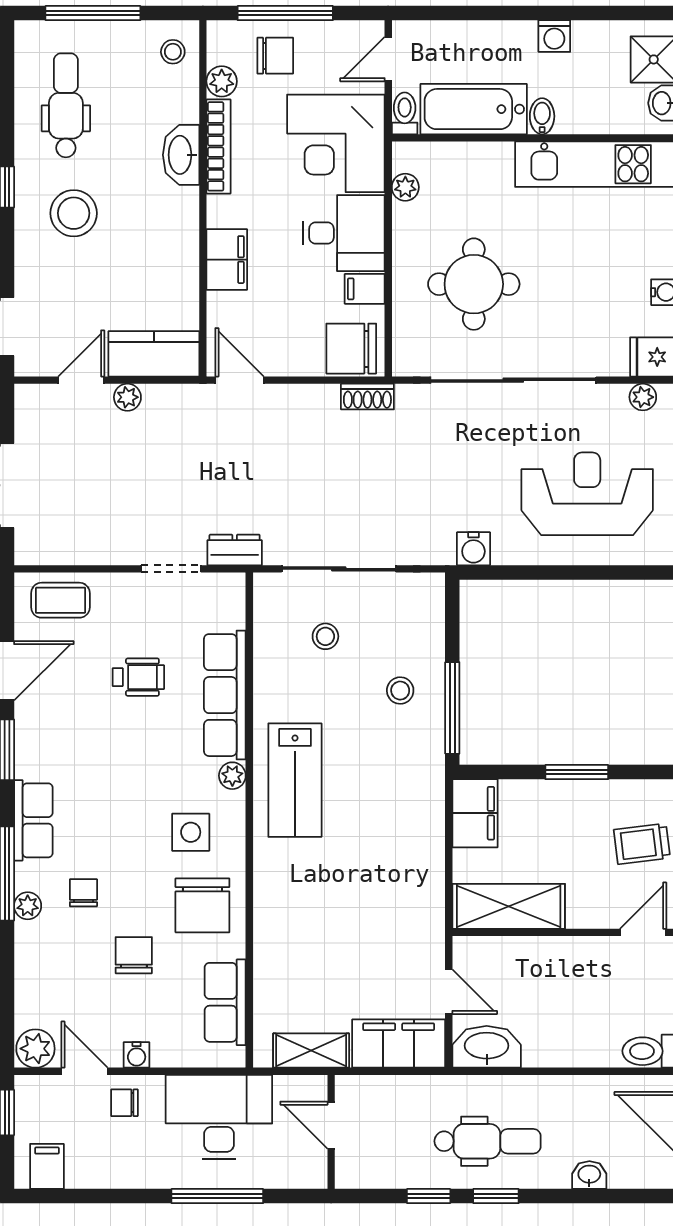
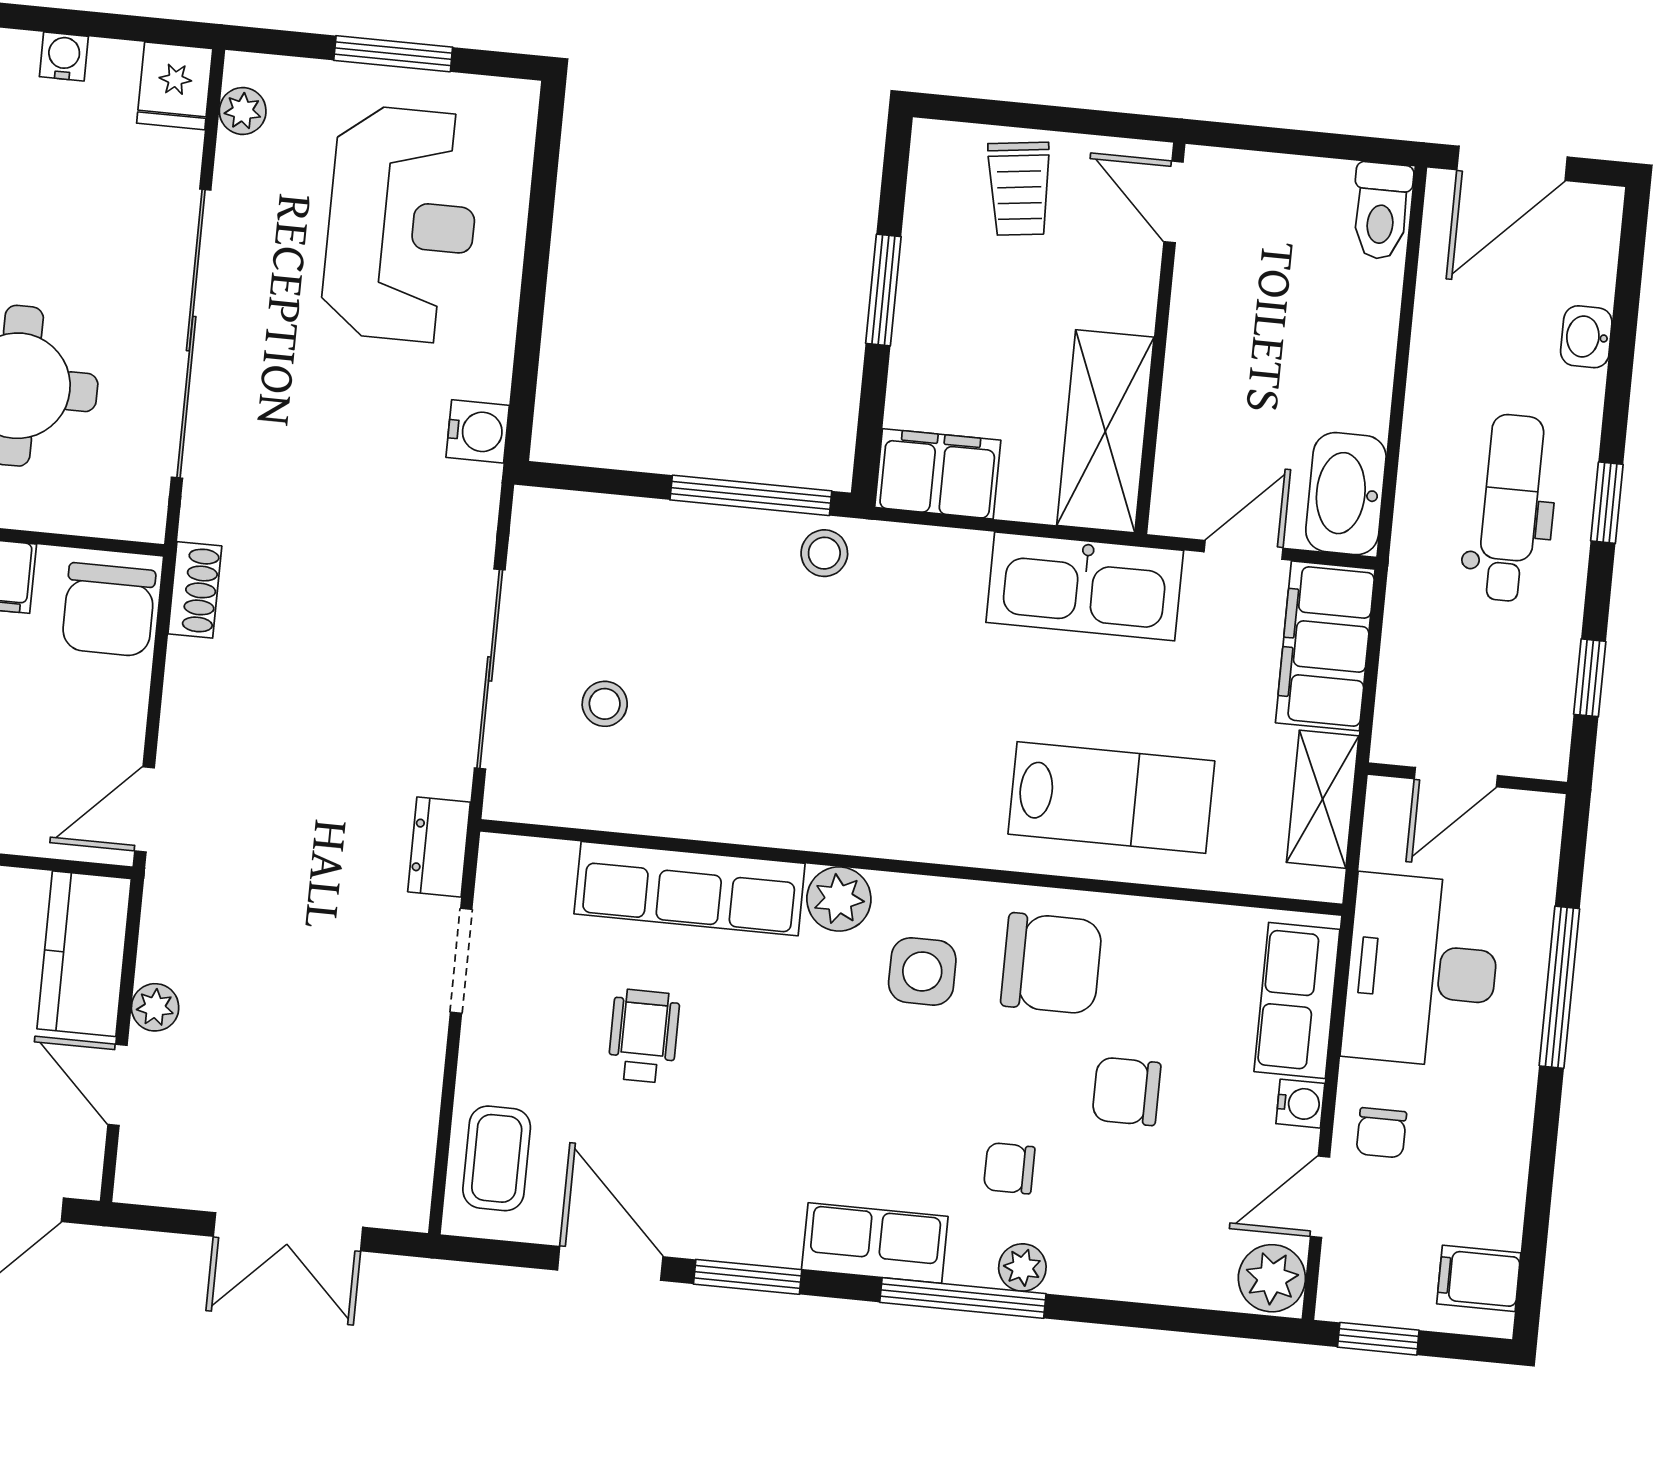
reception desk: (587, 494) -> (401, 224), turned 180
stool: (400, 691) -> (824, 553), moved
plant: (232, 776) -> (839, 899), width x1.38, depth x1.38
lab bench: (295, 780) -> (1111, 798), moved
kitchen sink: (419, 903) -> (1085, 586), added
row of seats: (225, 1002) -> (1297, 1000), moved, turned 90
window: (429, 1196) -> (1590, 678), moved

